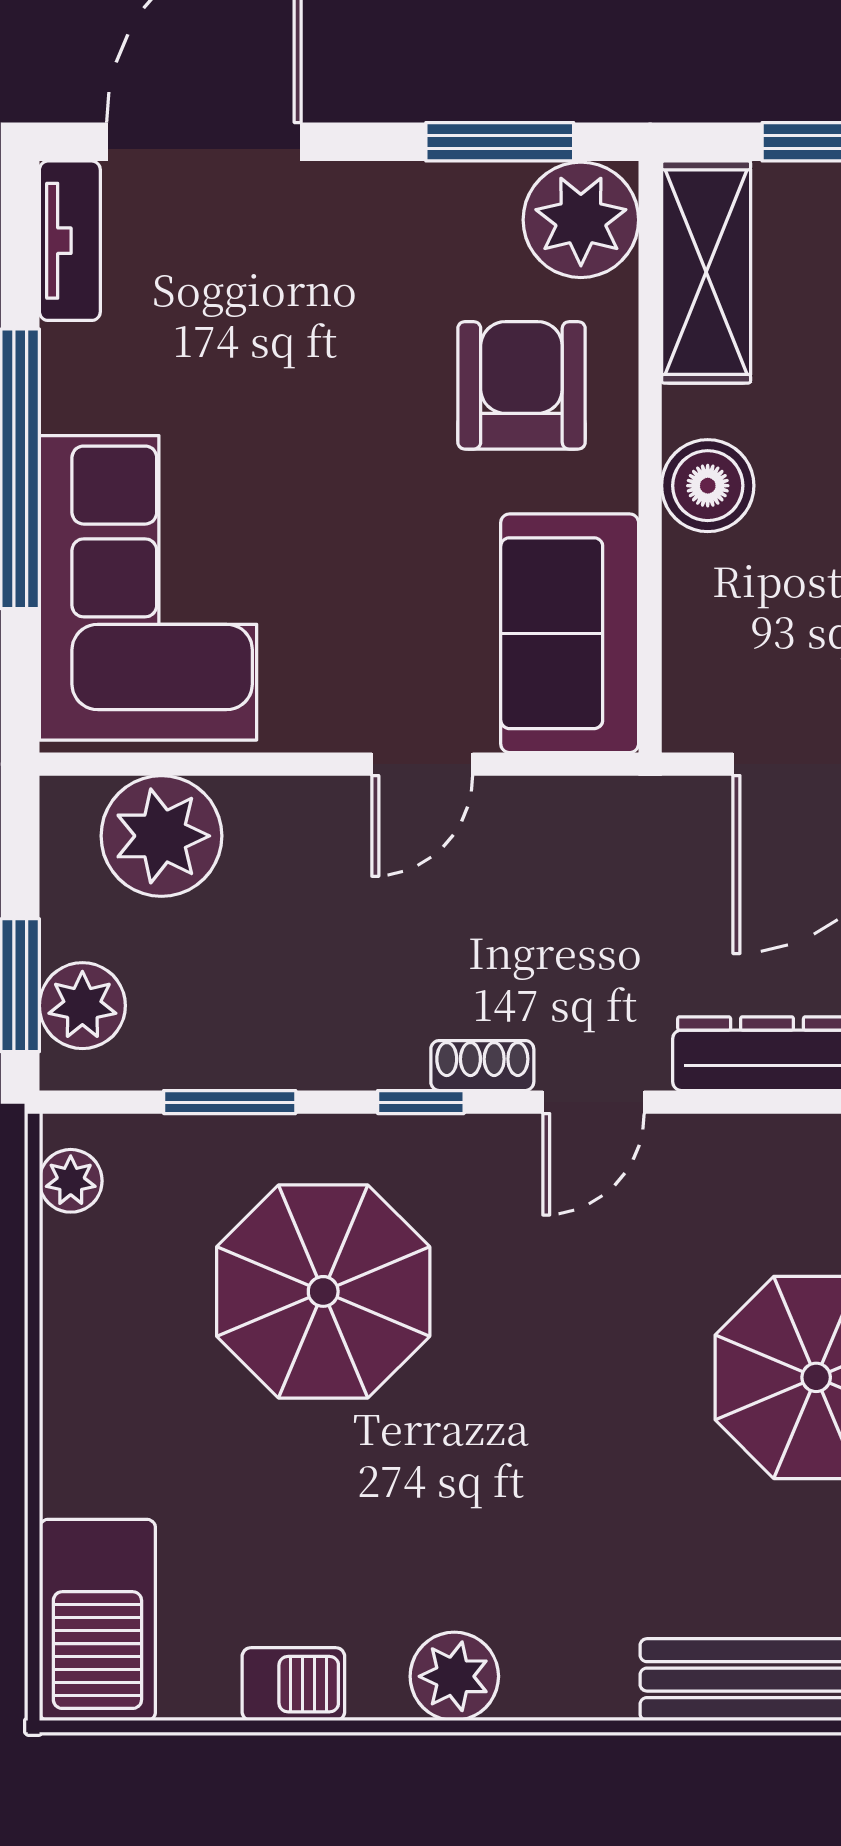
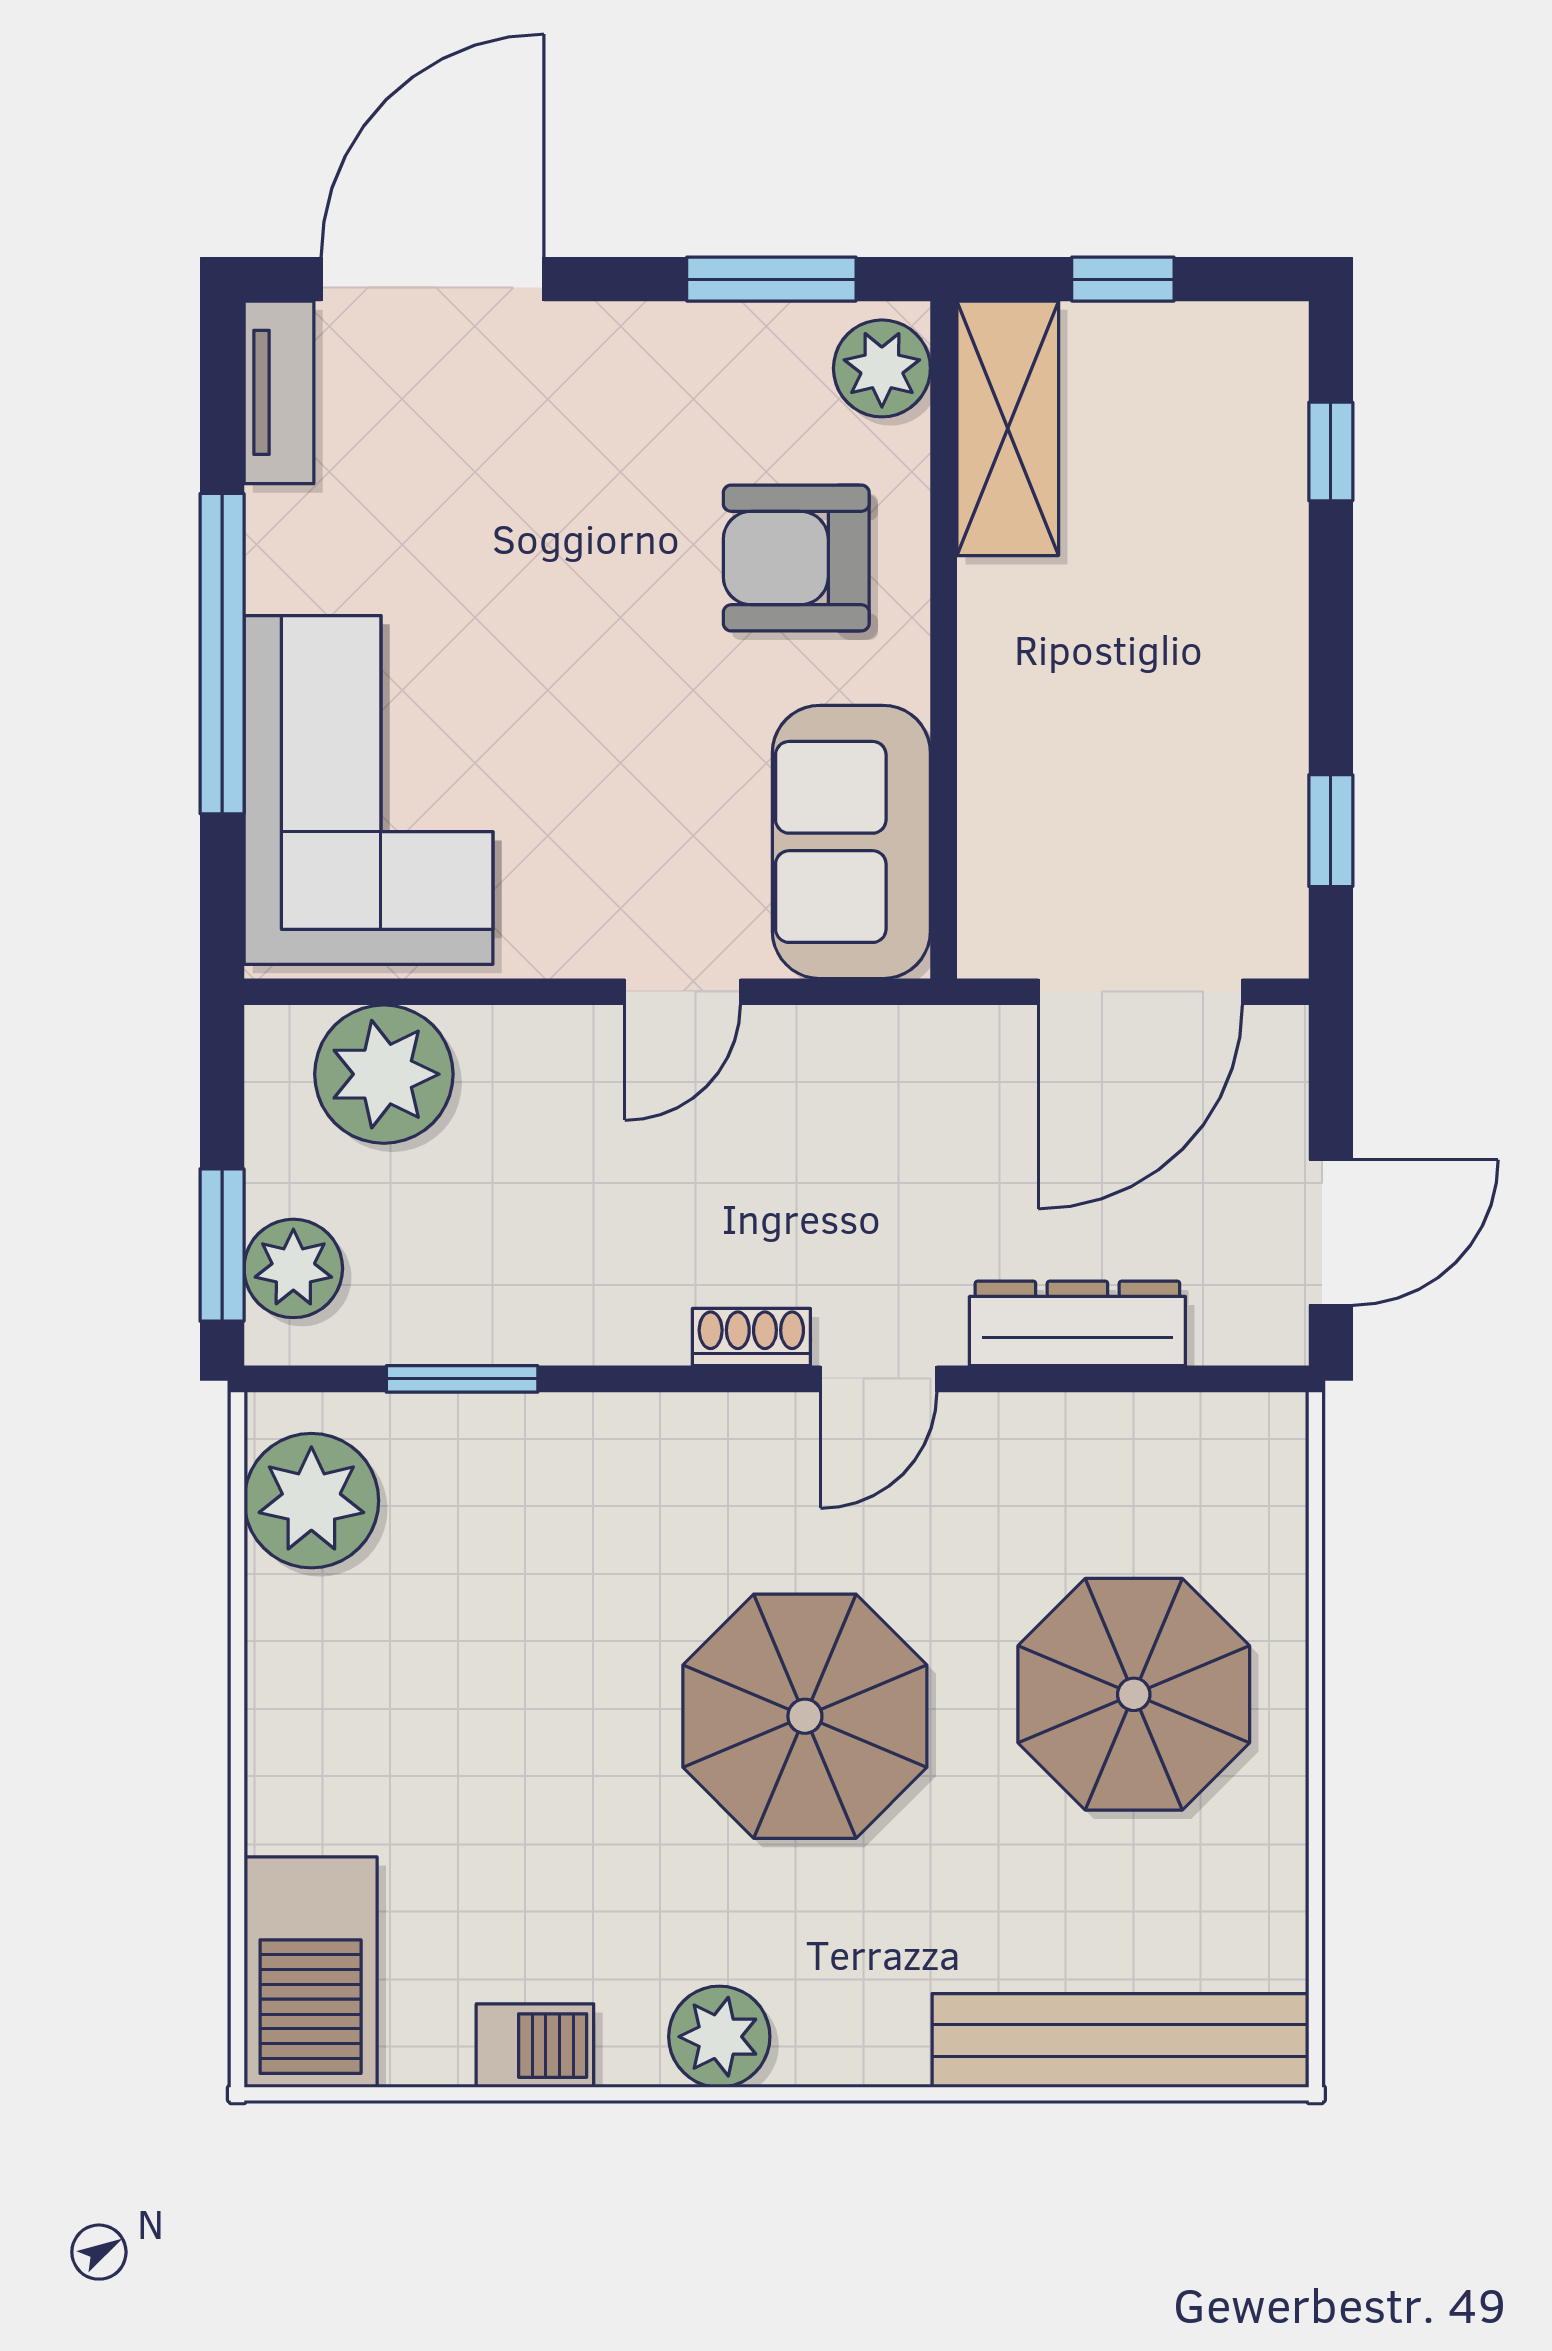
plant: (581, 220) -> (882, 368), width x0.73, depth x0.73
armchair: (521, 385) -> (796, 558), turned -90
boiler: (708, 486) -> (1010, 673), removed
window: (421, 1102) -> (681, 1379), removed
plant: (71, 1181) -> (311, 1501), width x1.88, depth x1.88
parasol: (323, 1291) -> (805, 1716), moved

